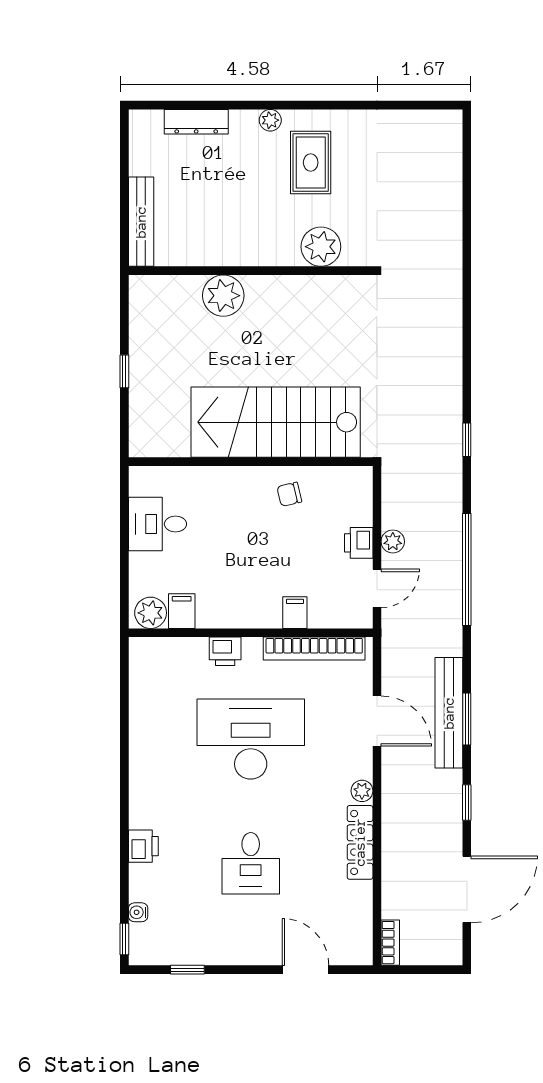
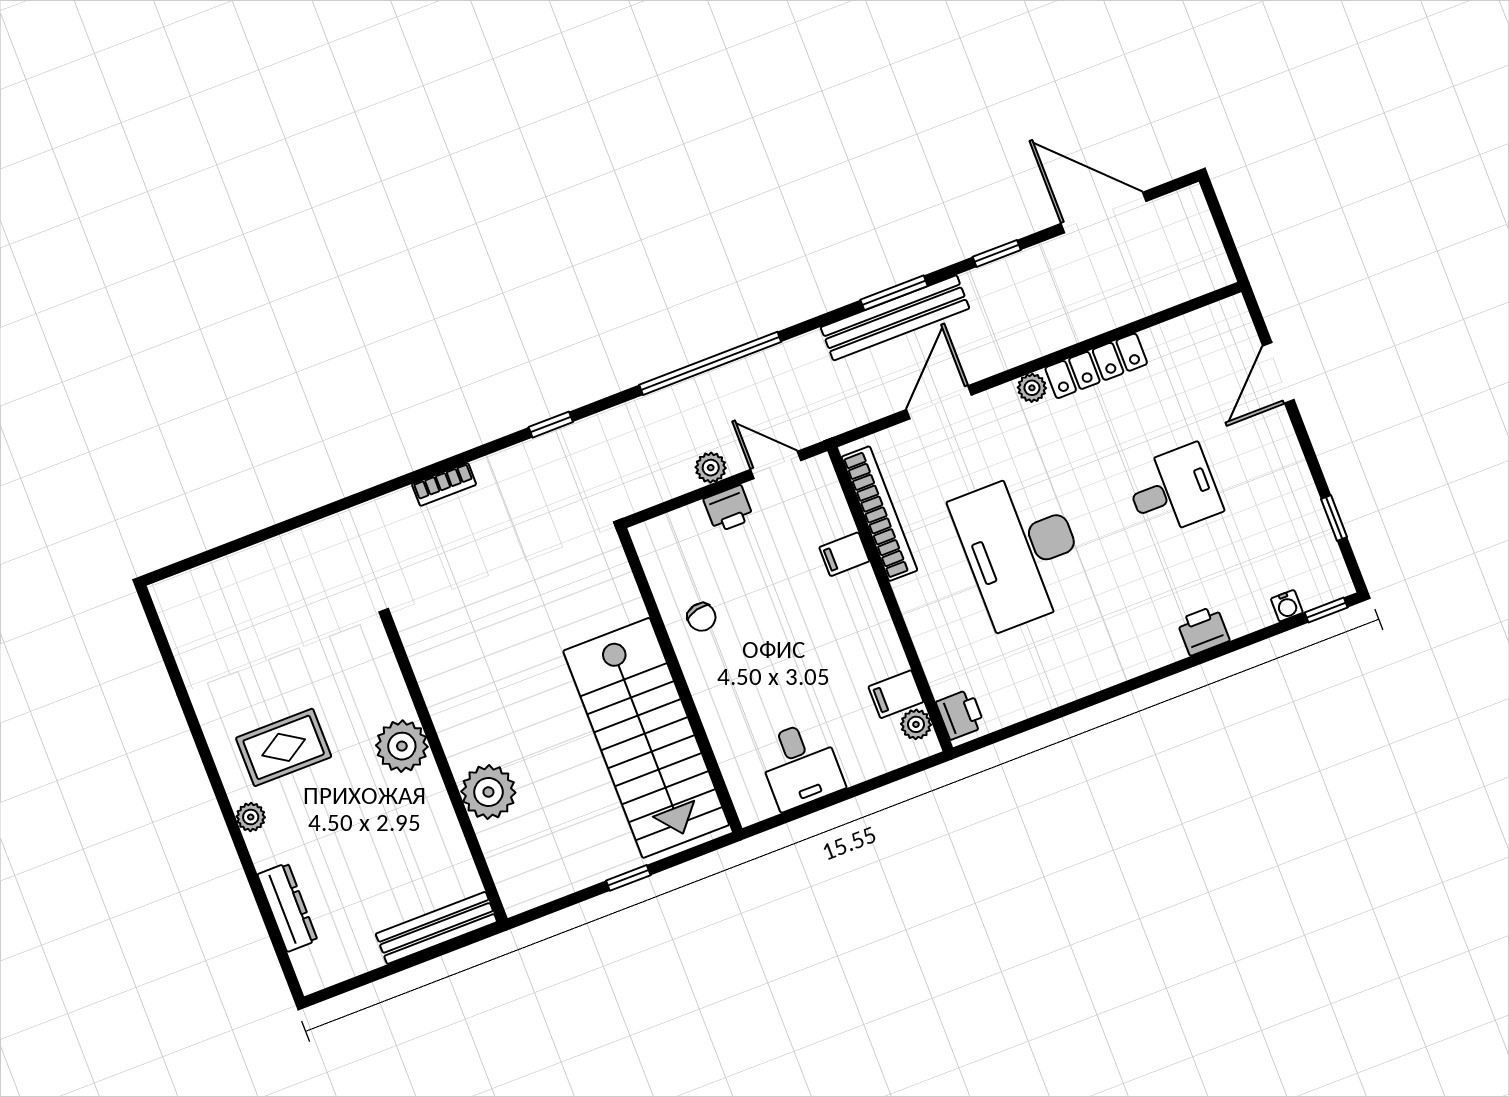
plant: (321, 247) -> (402, 746), moved
stairs: (276, 422) -> (646, 738), moved
plant: (151, 613) -> (916, 724), width x0.73, depth x0.73
printer: (225, 651) -> (960, 714), moved
bookcase: (390, 943) -> (444, 484), moved, turned 180

